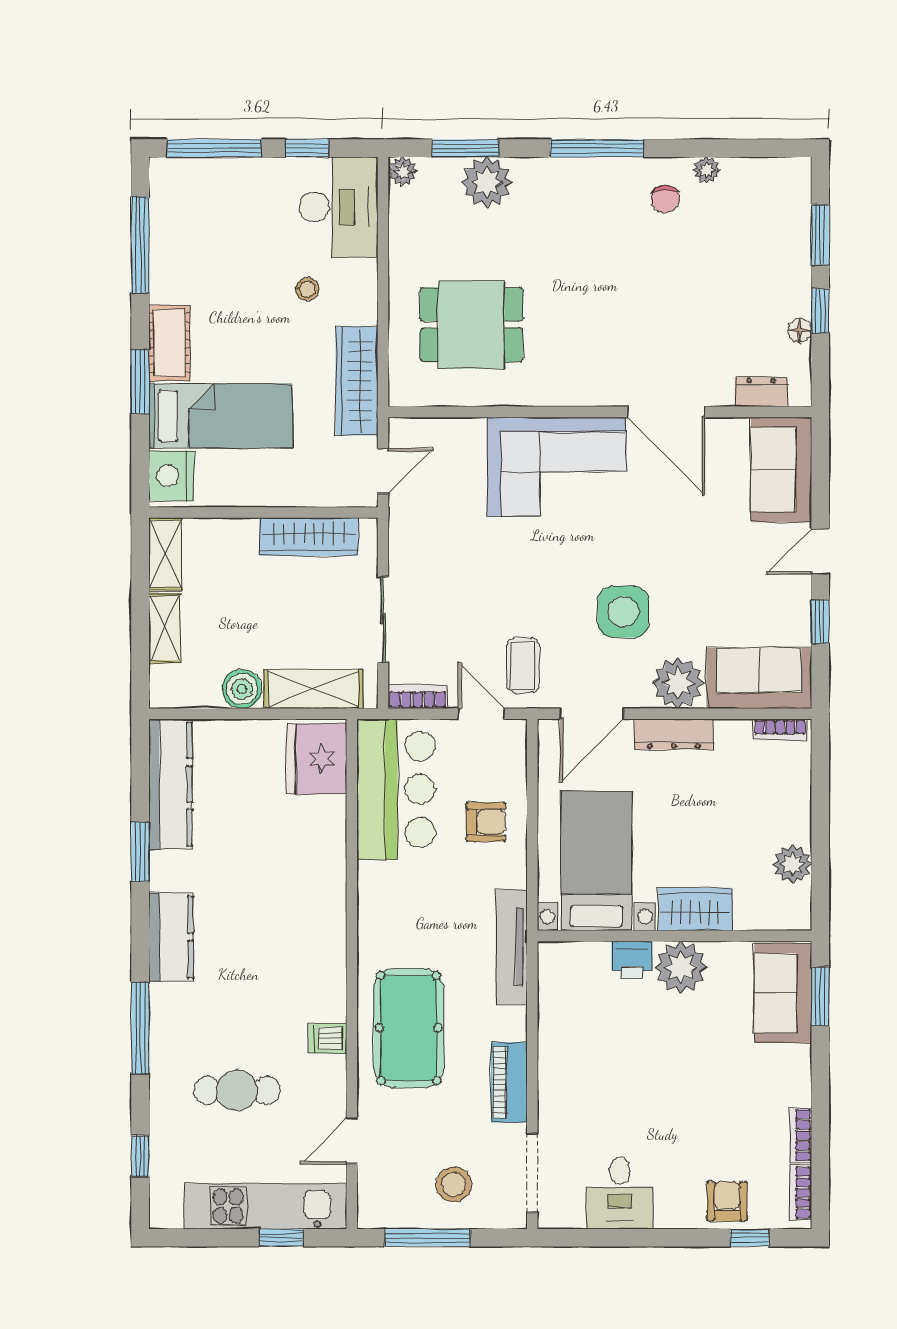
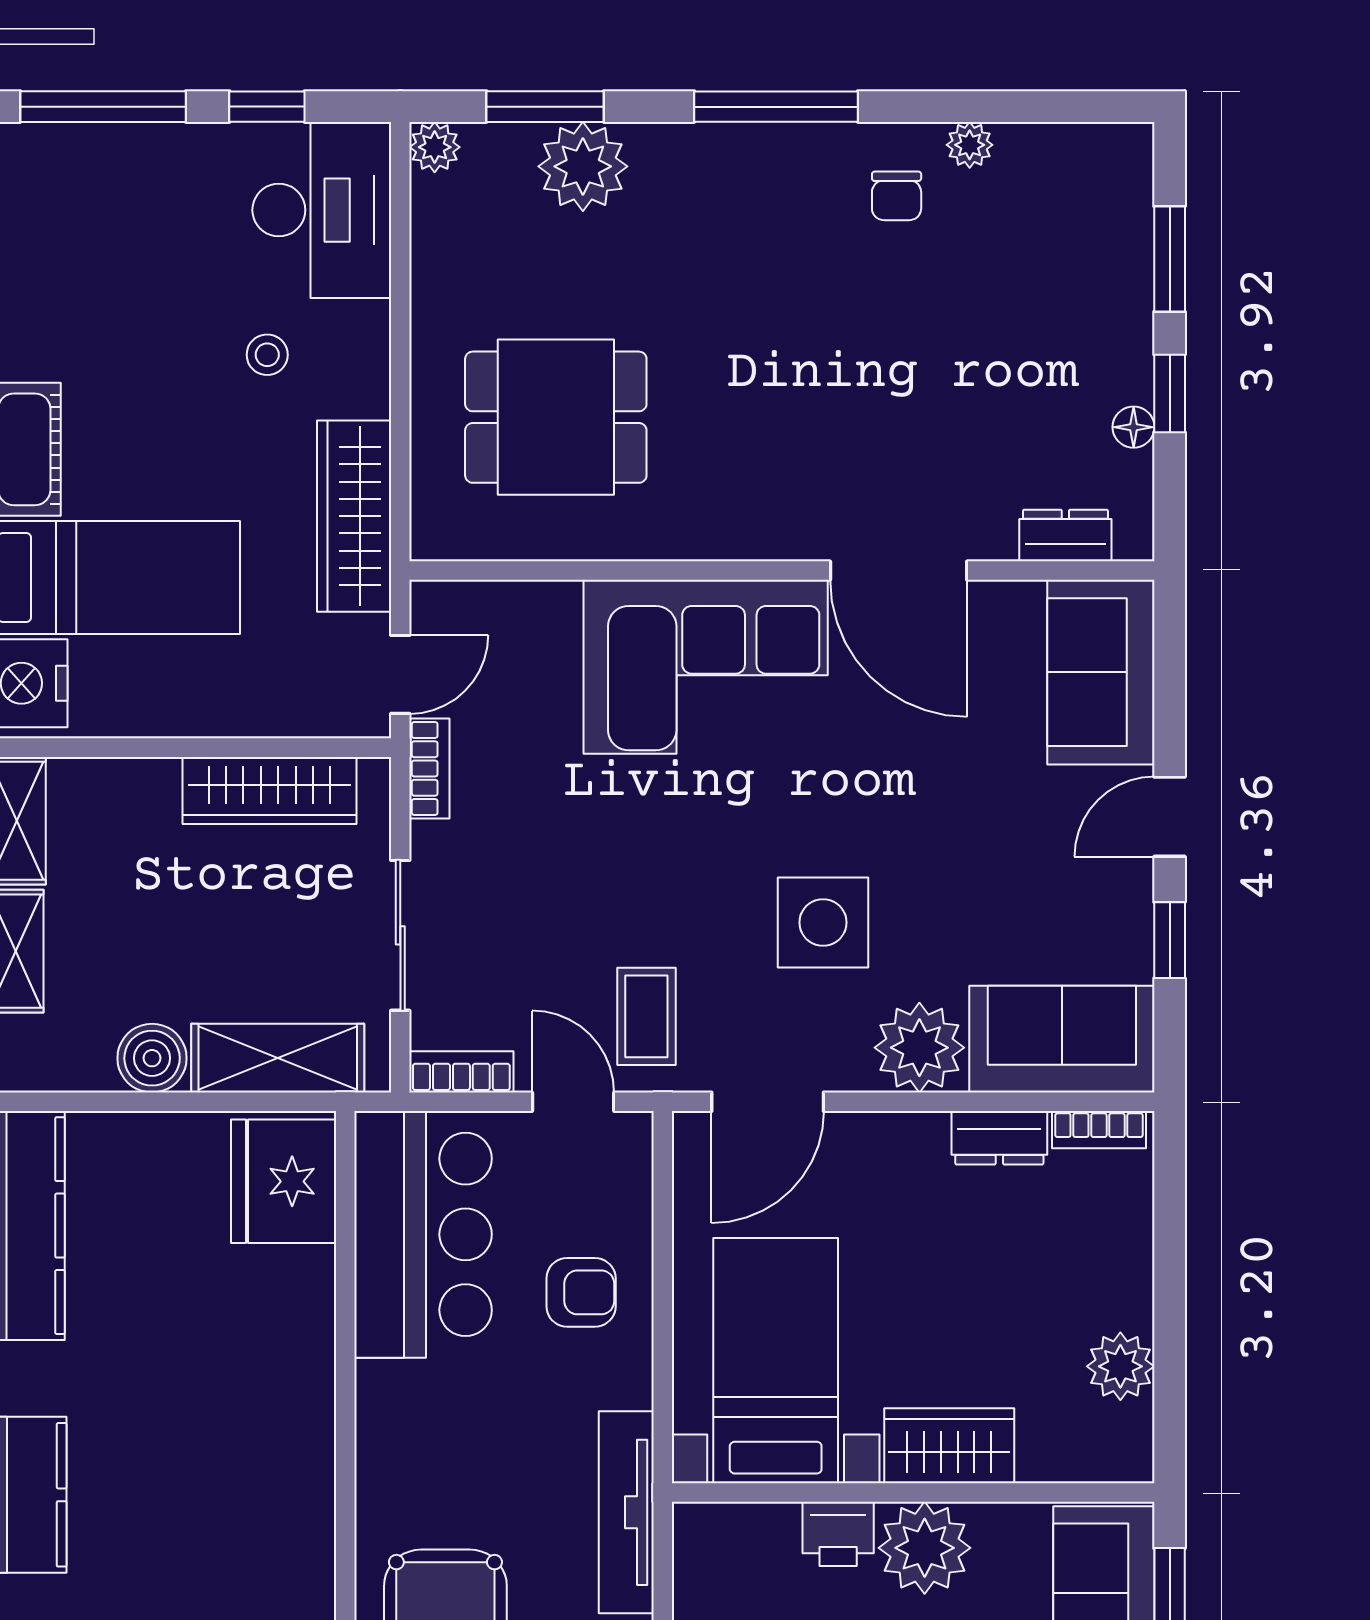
bookcase: (400, 524) -> (429, 769), added
dresser: (674, 734) -> (999, 1138), moved, width x0.70

